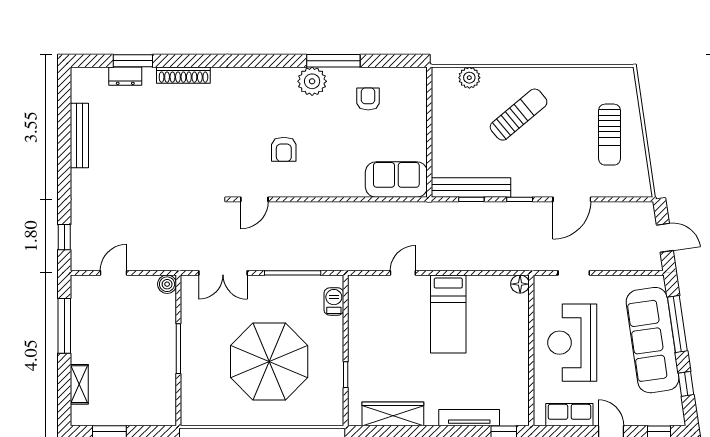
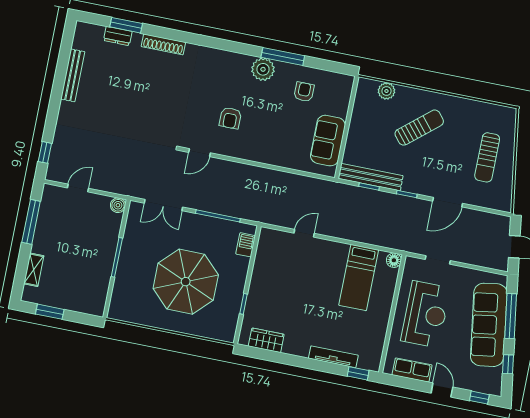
sofa: (396, 180) -> (328, 141), moved, turned -90
bed: (448, 314) -> (359, 278), moved
reception desk: (572, 343) -> (426, 314), turned 180
wardrobe: (393, 414) -> (266, 340), width x0.67

